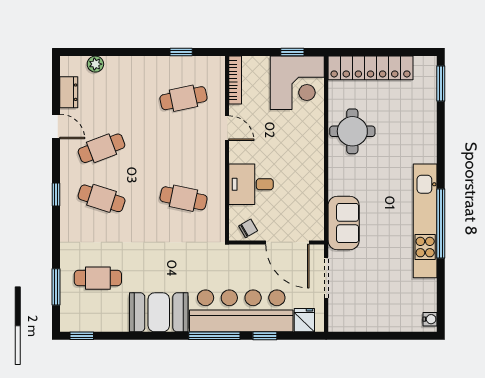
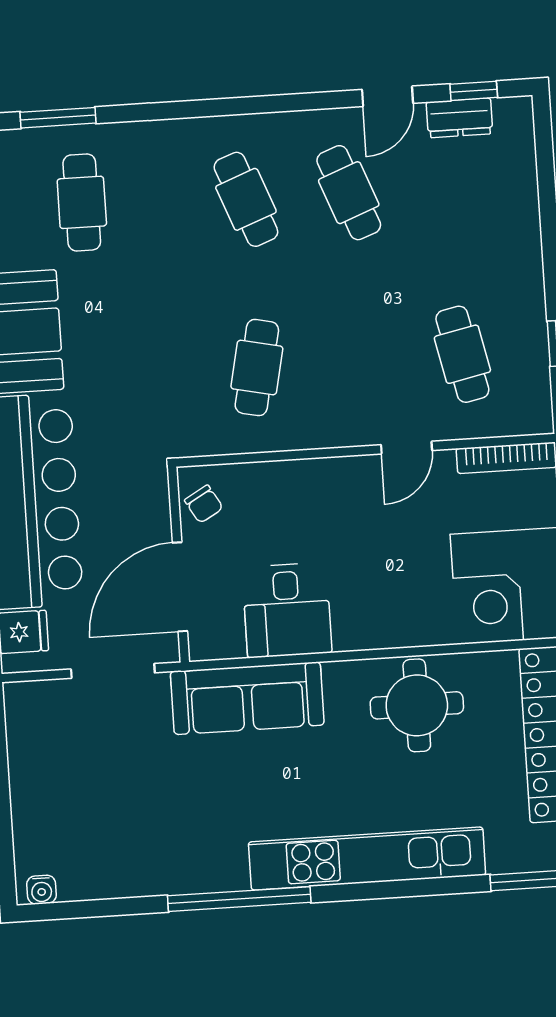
plant: (95, 64) -> (521, 169), removed
desk: (251, 184) -> (287, 610), moved, turned 180
window: (56, 194) -> (474, 91), moved
cafe table: (102, 198) -> (246, 199), turned -39
kitchen unit: (425, 221) -> (367, 859), moved
sofa: (344, 223) -> (247, 698), width x1.36

